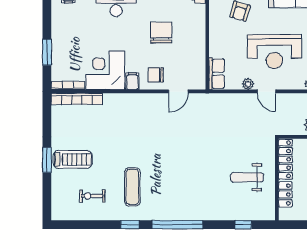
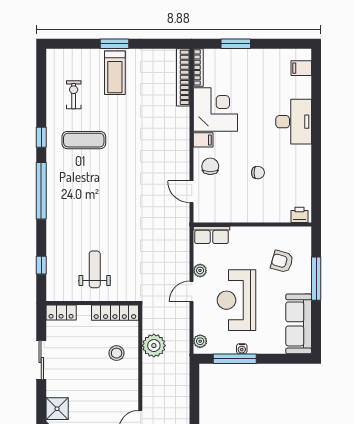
chair: (161, 33) -> (258, 173), width x0.54, depth x0.54
locker: (285, 194) -> (61, 312), moved

